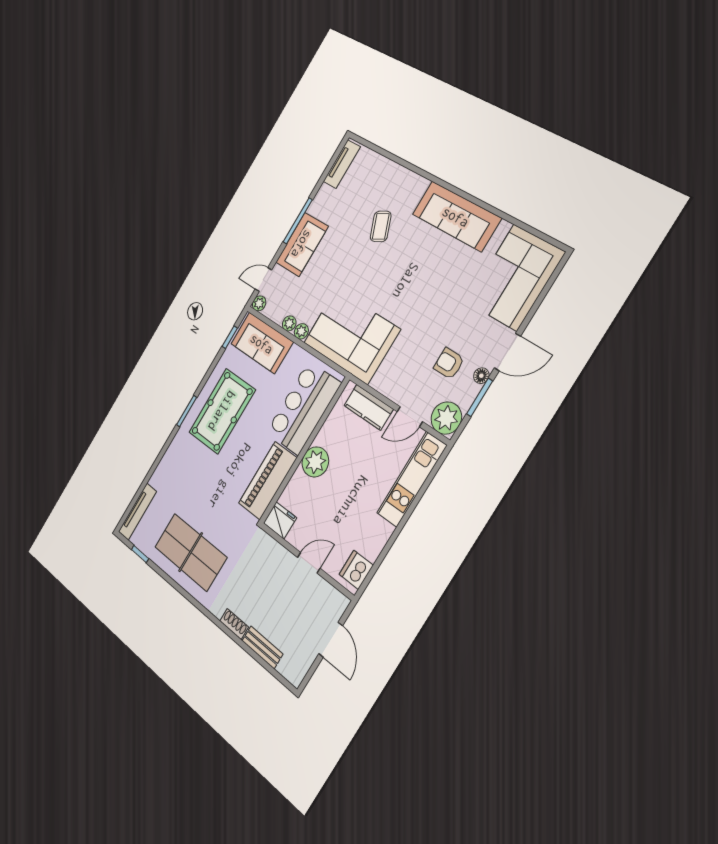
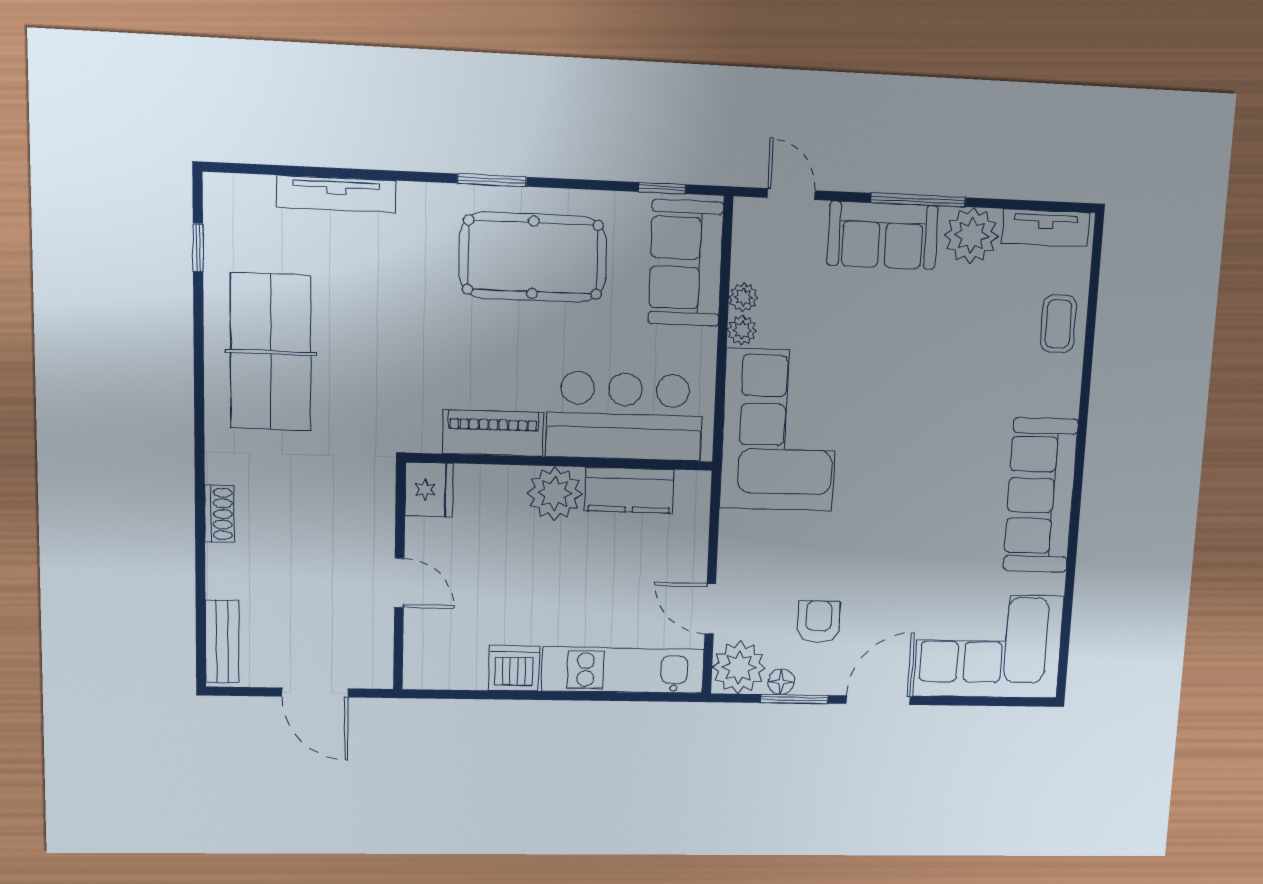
coffee table: (381, 226) -> (1058, 324), moved, turned -66
plant: (259, 303) -> (971, 236), moved, width x1.87, depth x1.87
door: (507, 352) -> (878, 700), swing flipped
floor lamp: (481, 376) -> (781, 682), moved
kitchen counter: (368, 407) -> (629, 490), moved, turned -90
piano: (268, 481) -> (493, 433), width x0.73, depth x0.75
tv unit: (137, 512) -> (336, 194), moved
dishwasher: (356, 570) -> (514, 668), moved
door: (331, 640) -> (315, 693), hinge flipped
bench: (262, 647) -> (222, 642), moved

